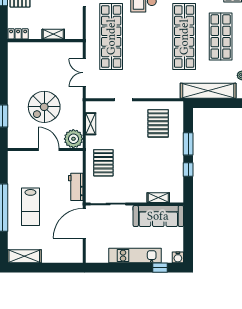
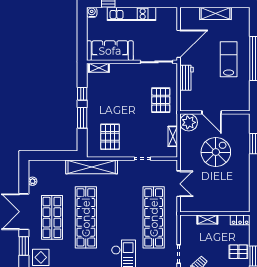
shelving: (208, 91) -> (92, 167), moved
shelving: (158, 198) -> (99, 68), moved
shelving: (24, 256) -> (216, 13), moved

